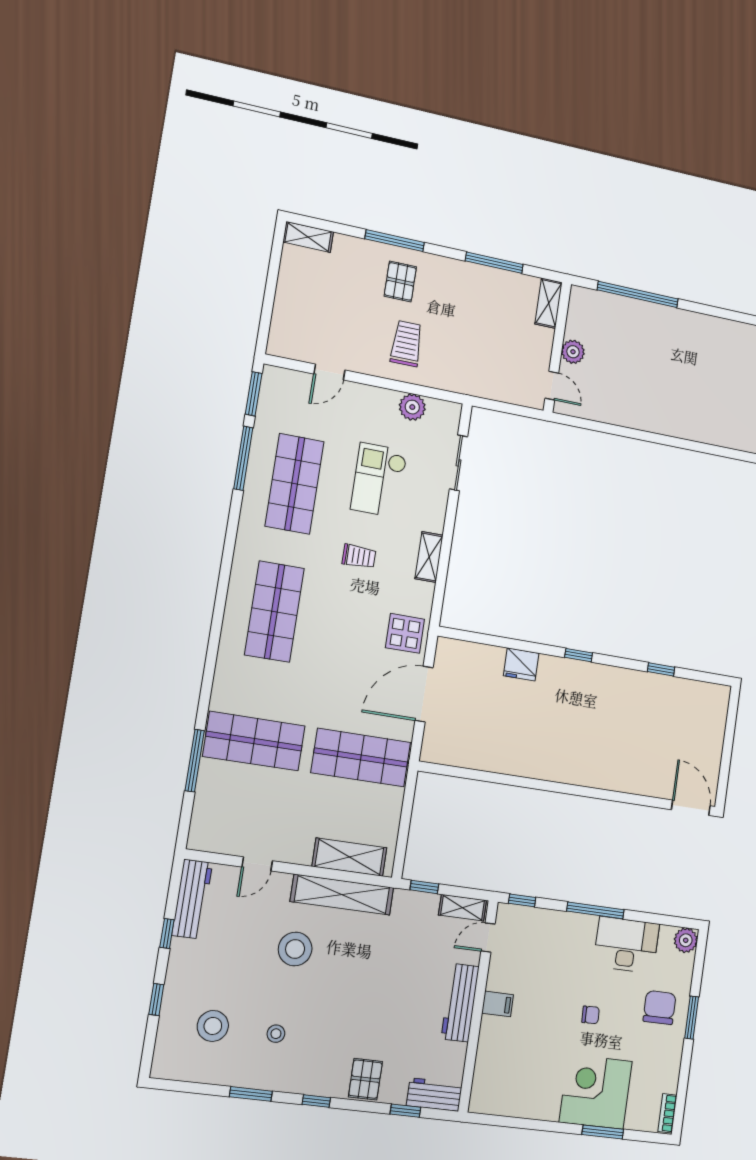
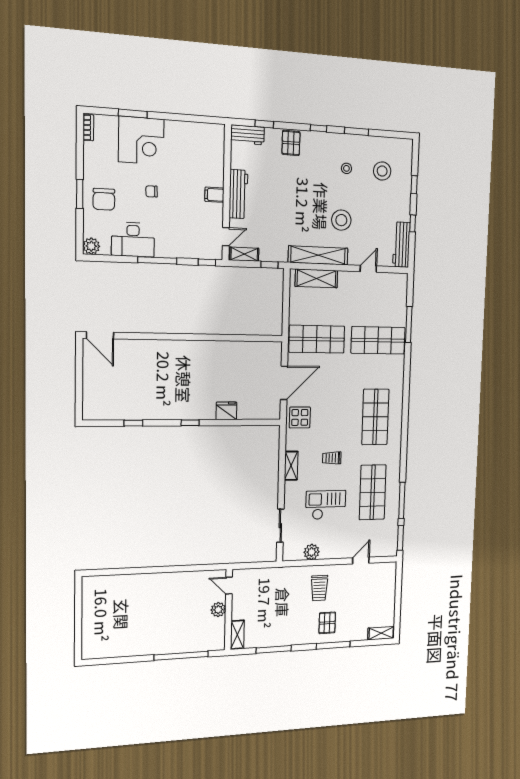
checkout: (379, 480) -> (326, 505), turned -90

